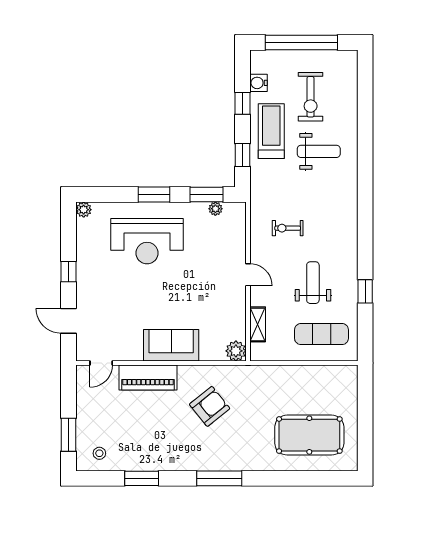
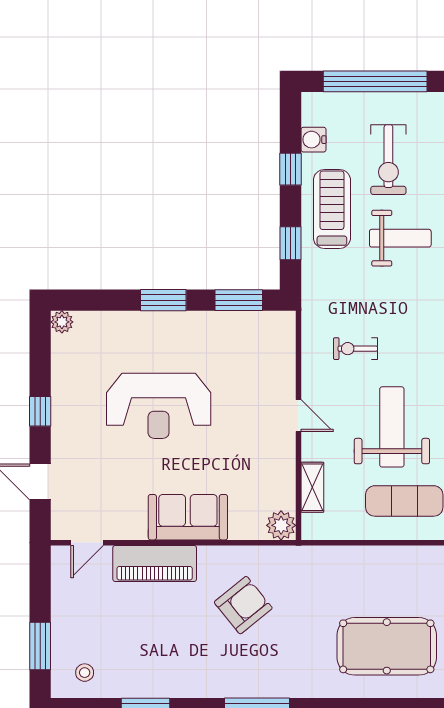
plant: (215, 209) -> (252, 321), removed
reception desk: (147, 241) -> (159, 406), moved
weight bench: (313, 283) -> (392, 427), width x1.36, depth x1.33

